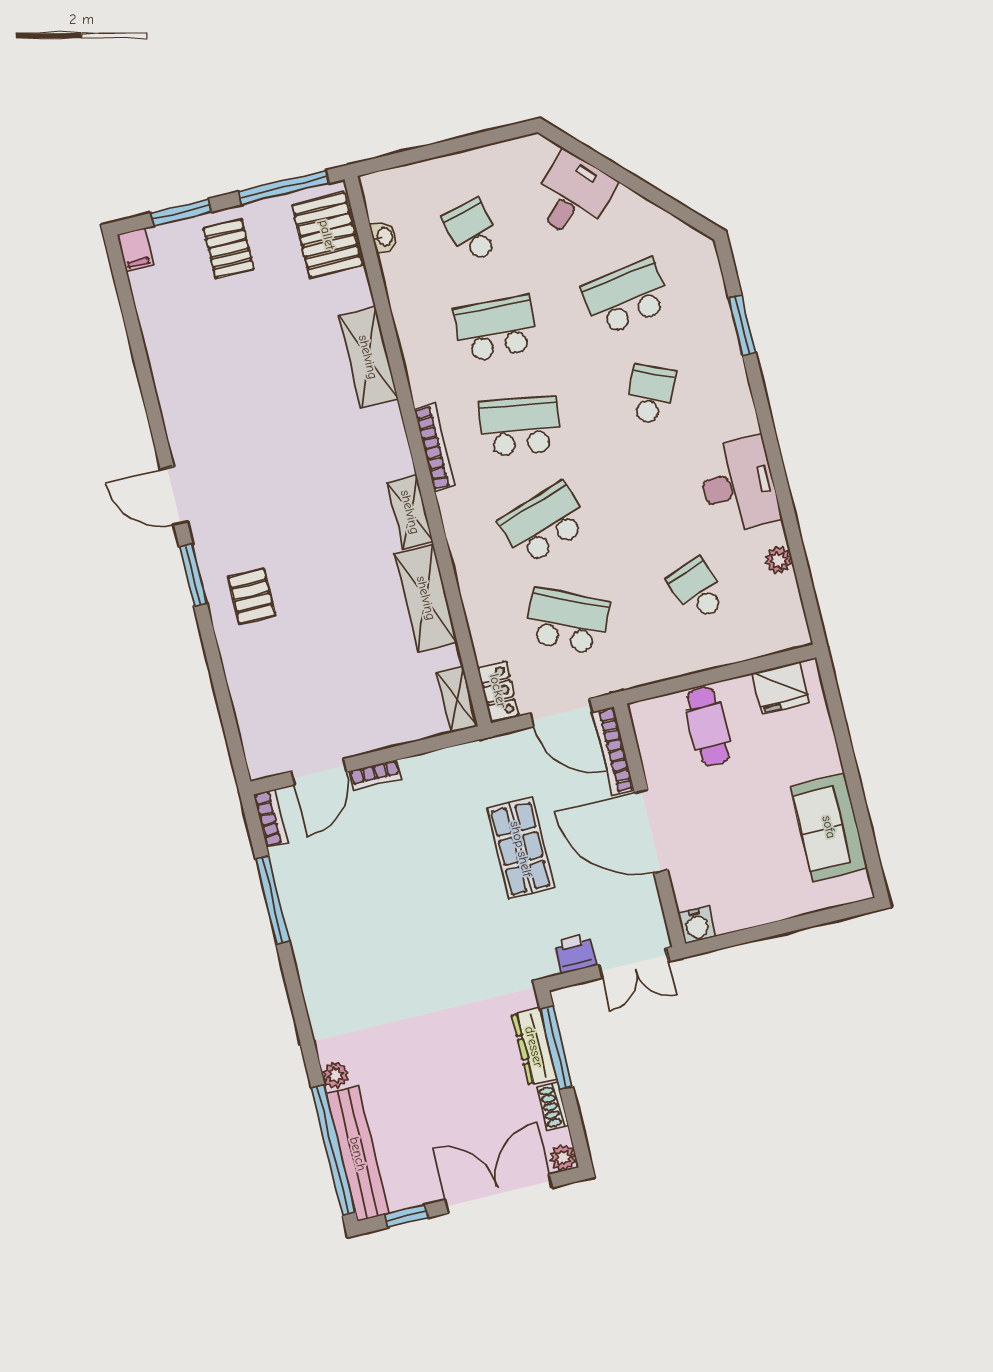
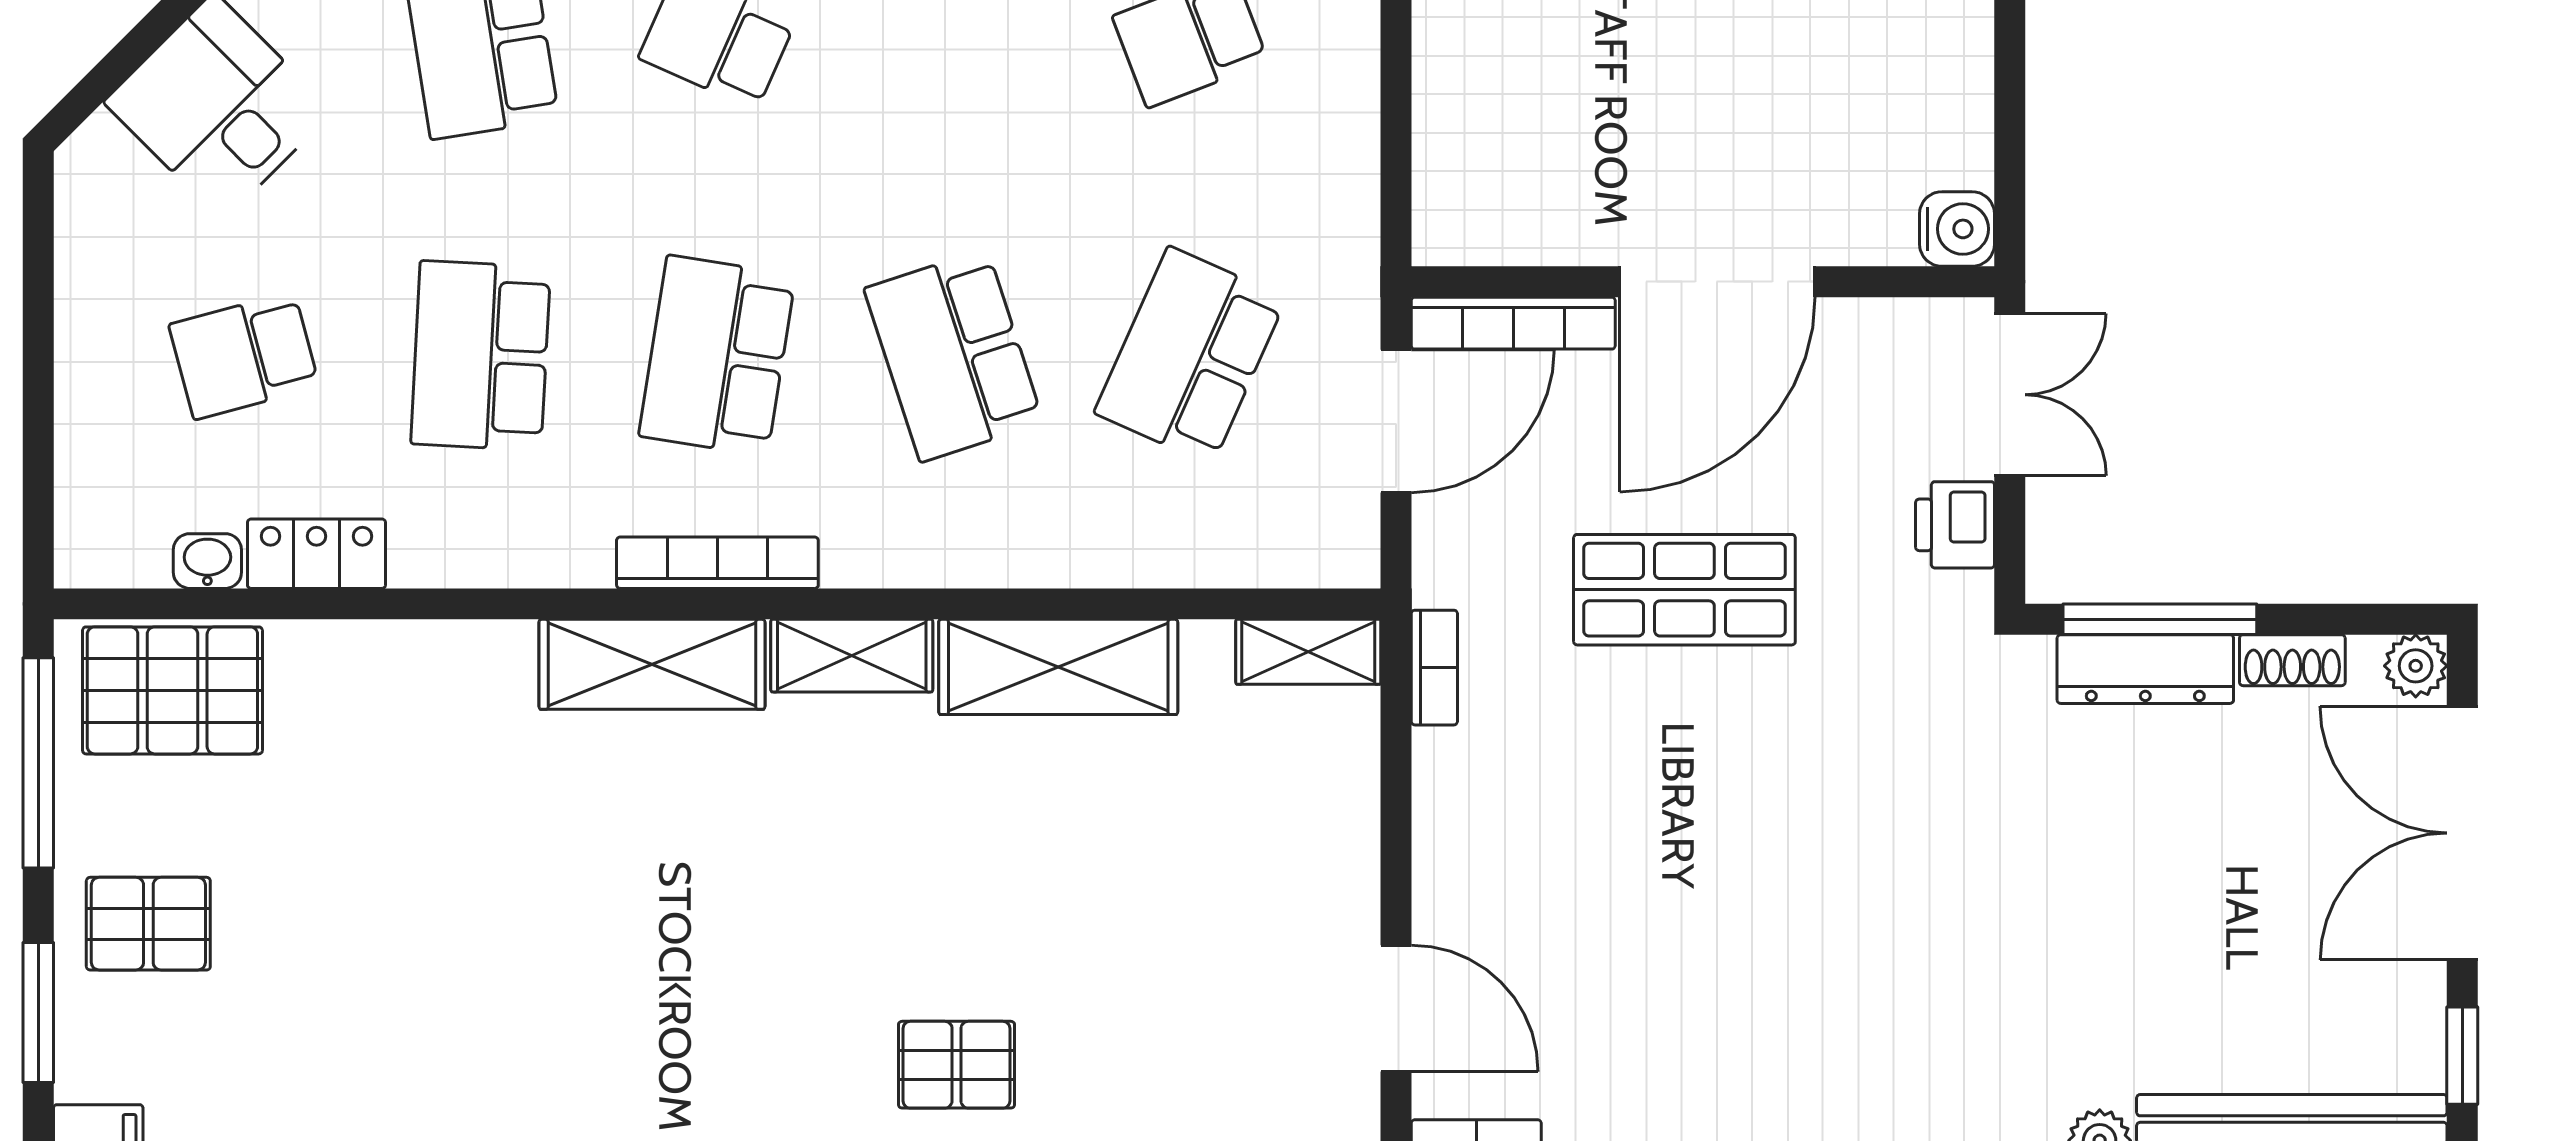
shelving: (368, 357) -> (652, 664), moved
locker: (498, 691) -> (316, 554), moved
cafe table: (708, 726) -> (1509, 93), removed
bookcase: (375, 775) -> (1434, 668), moved

